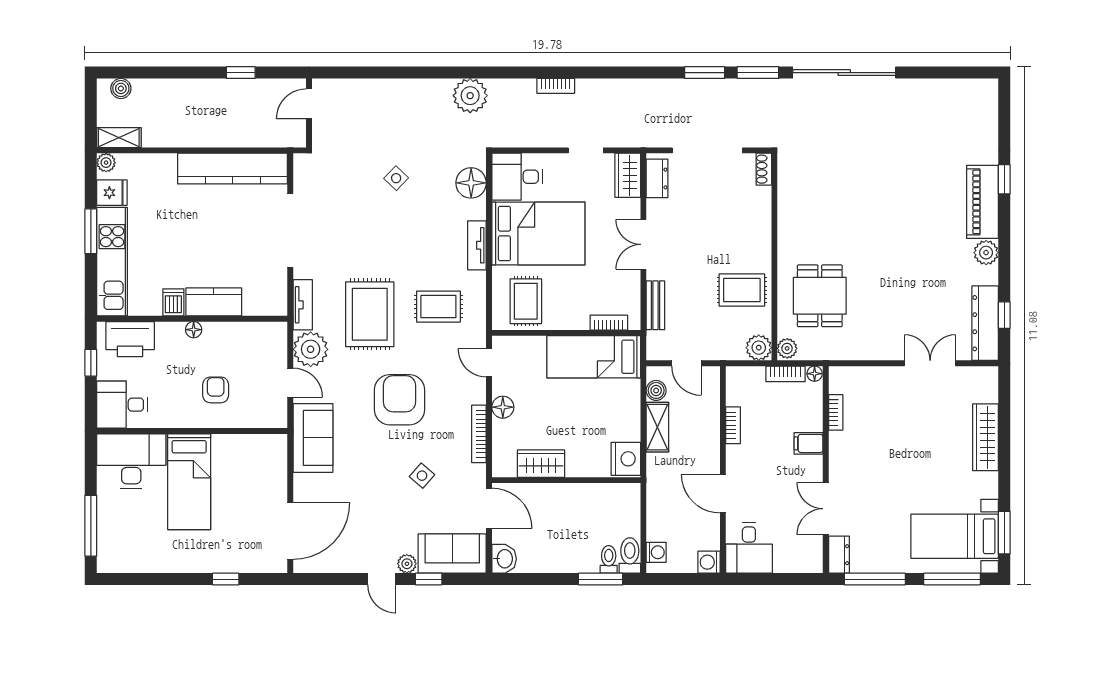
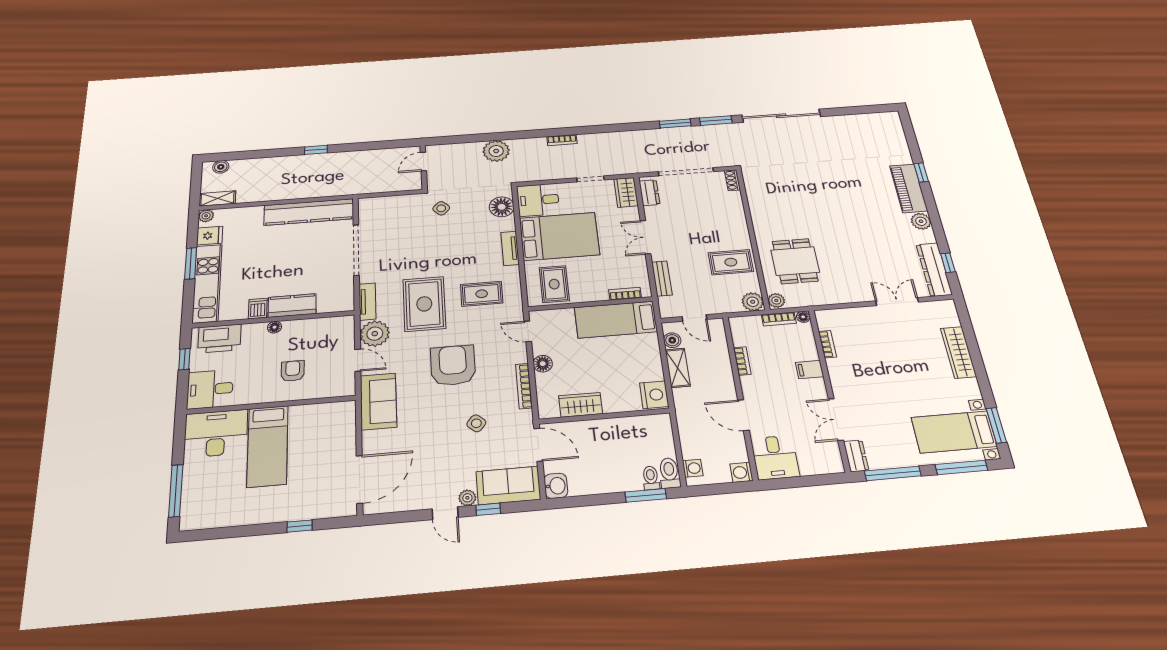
door: (309, 104) -> (423, 162), moved
wall: (309, 113) -> (424, 167), moved

